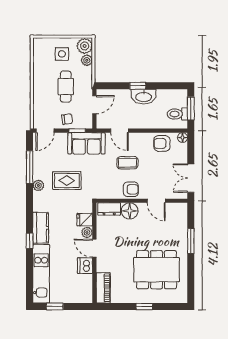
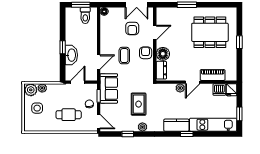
cafe table: (66, 87) -> (69, 115), moved
washbasin: (144, 97) -> (71, 55), moved
door: (94, 105) -> (78, 82), hinge flipped
armchair: (162, 143) -> (132, 28), moved
window: (30, 167) -> (128, 134), width x0.46
fridge: (85, 220) -> (232, 90), moved
dishwasher: (85, 266) -> (219, 90), moved
dining table: (157, 270) -> (210, 32), turned 90
piano: (103, 288) -> (213, 75), moved

